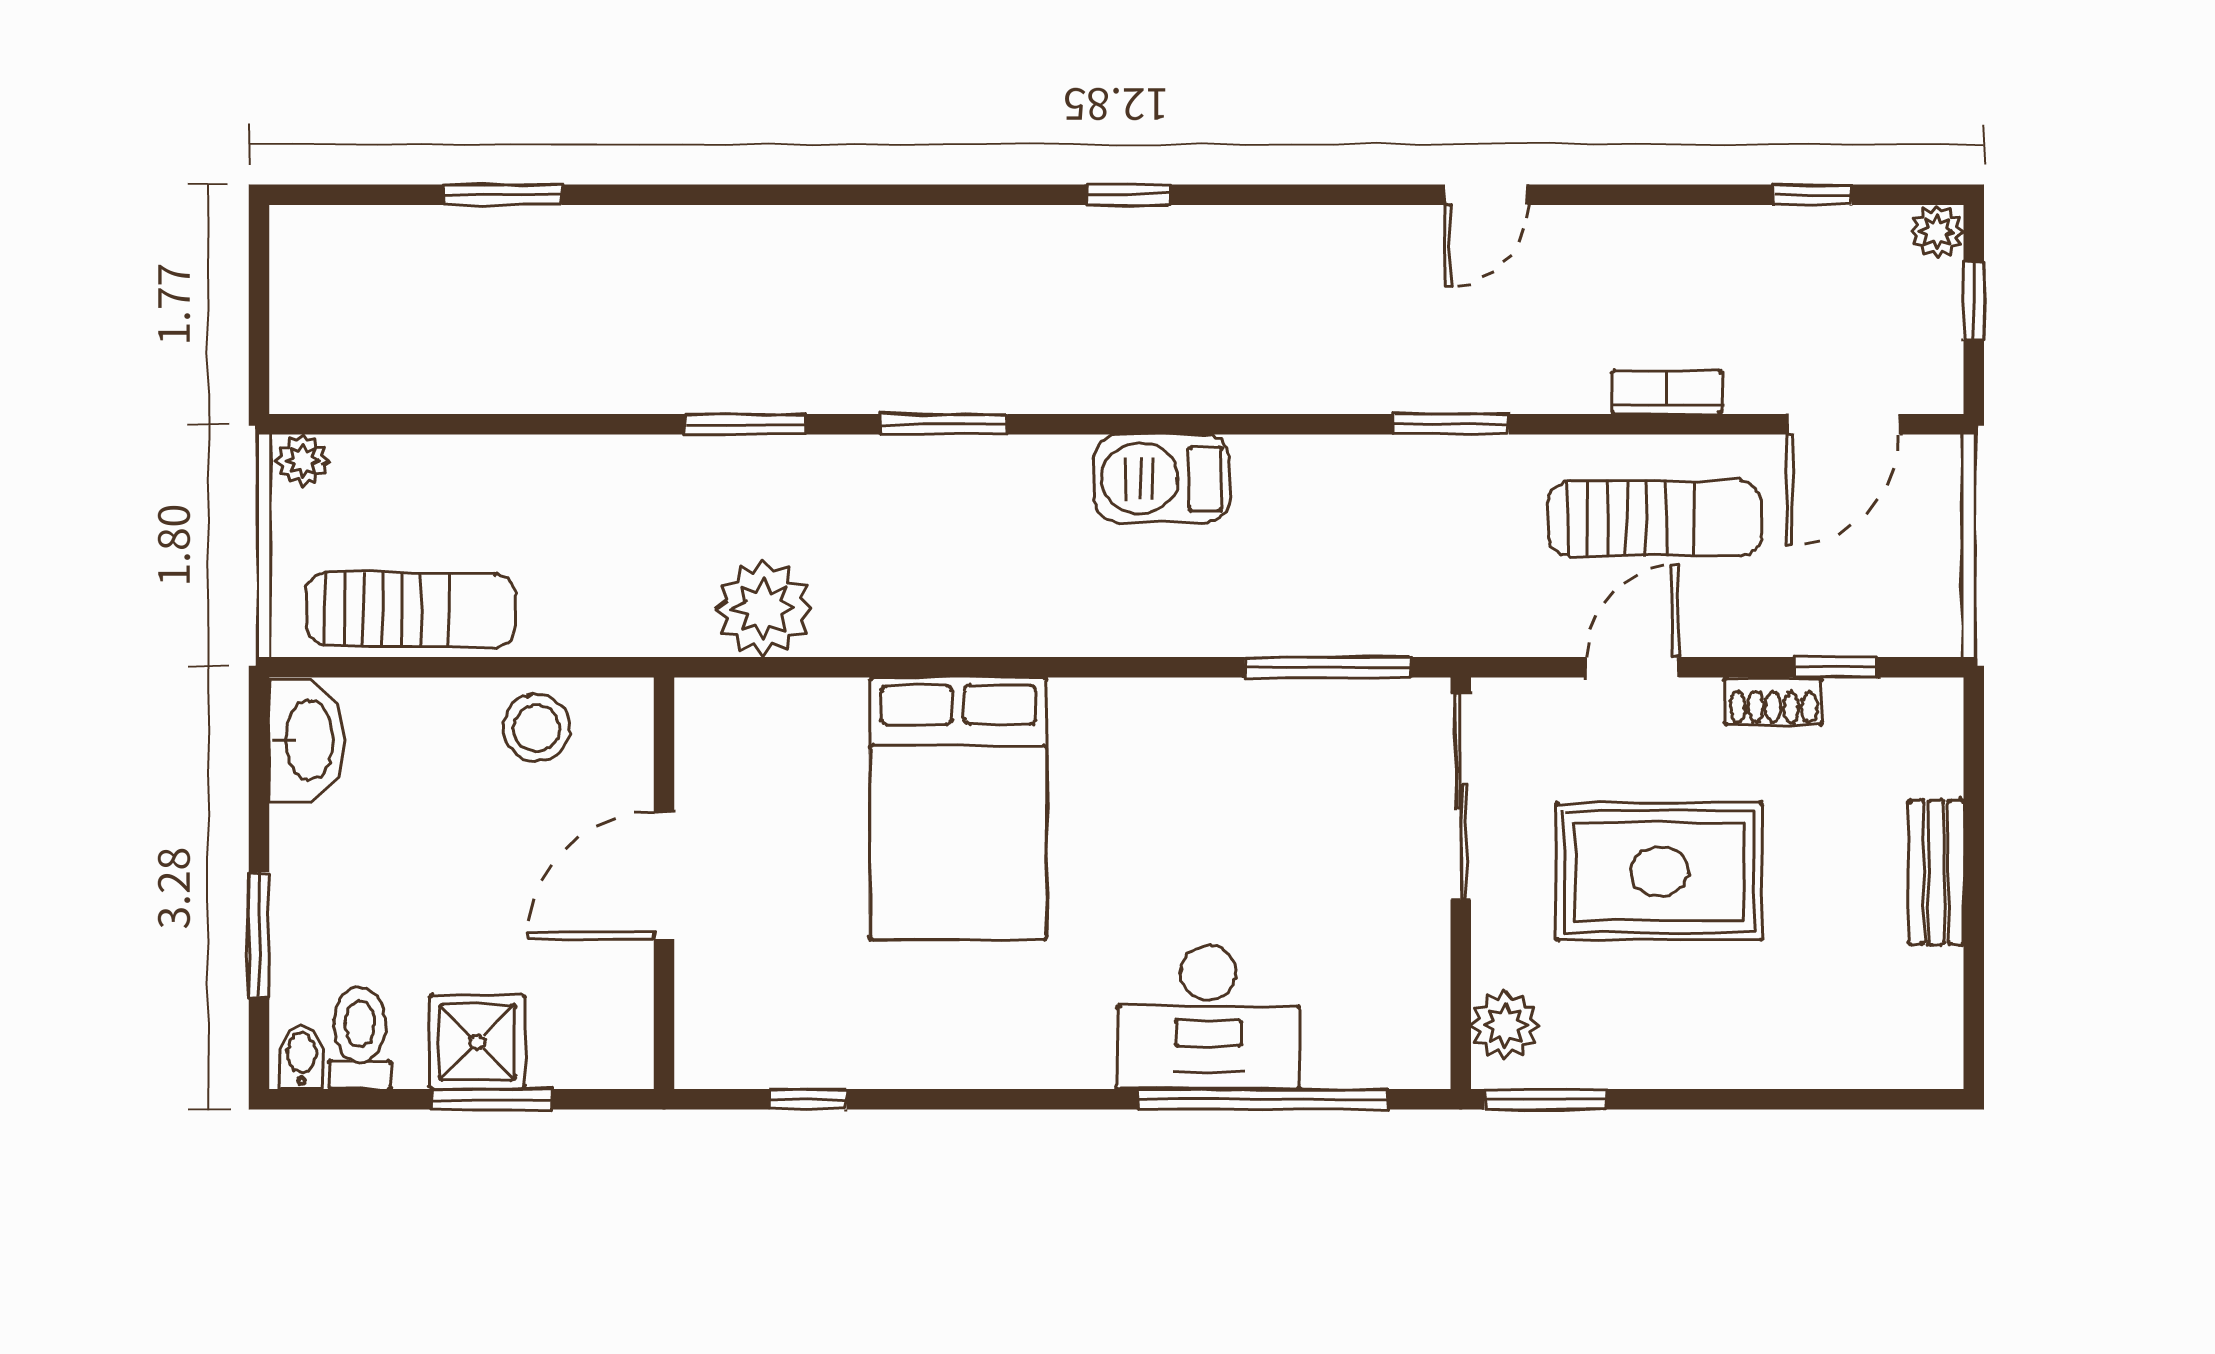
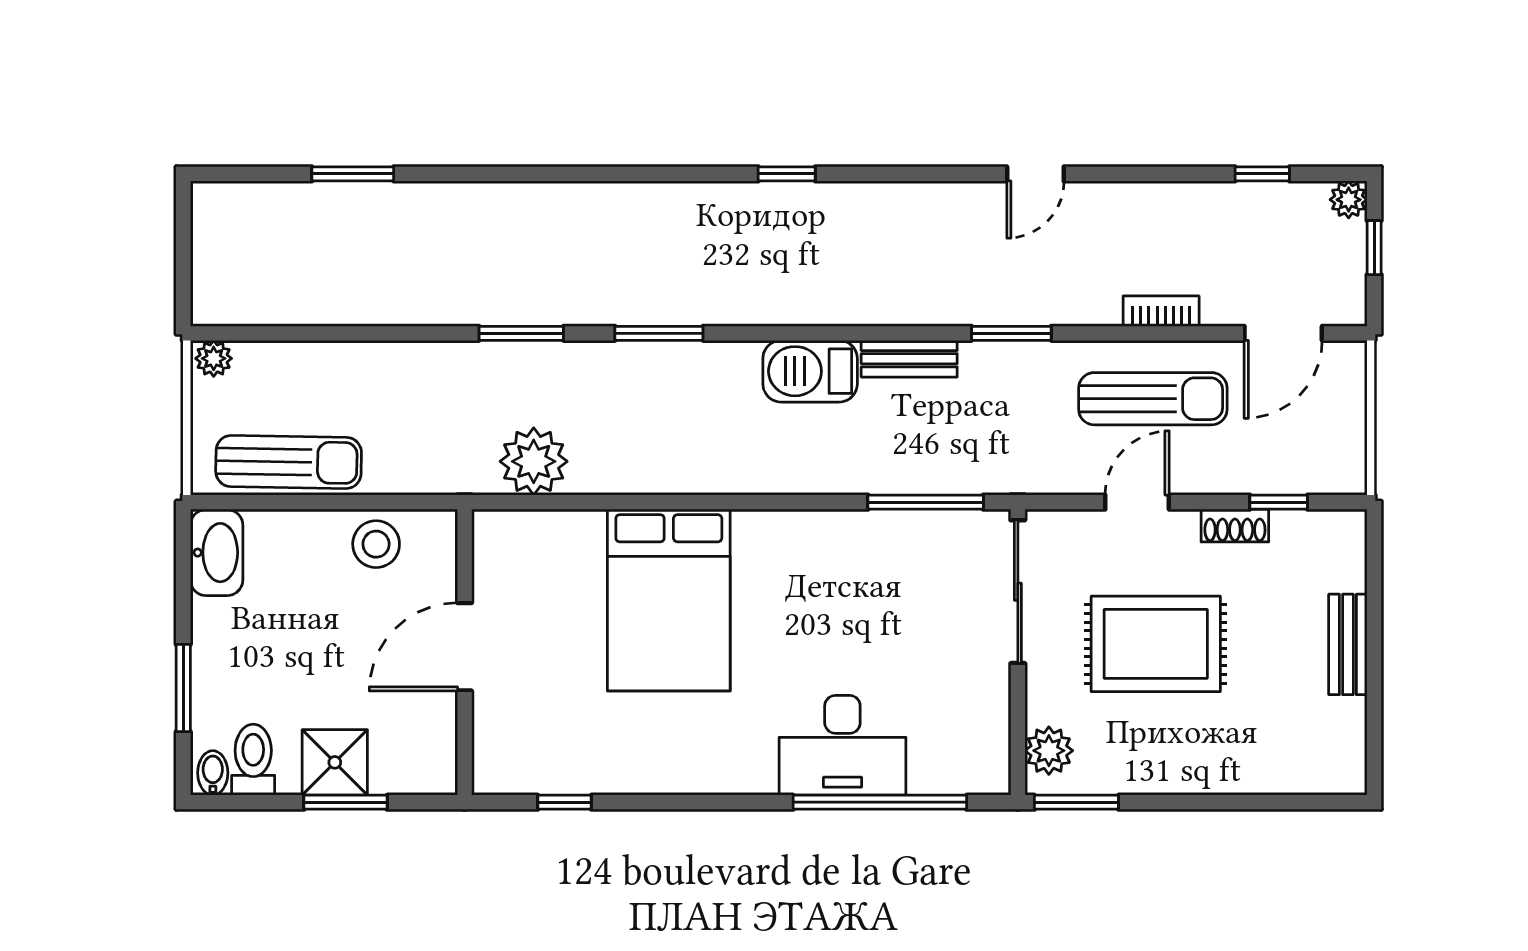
bench: (1304, 461) -> (909, 359), added

